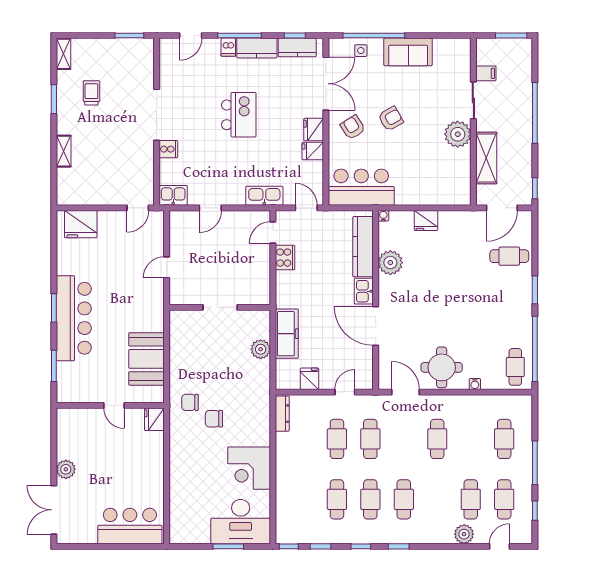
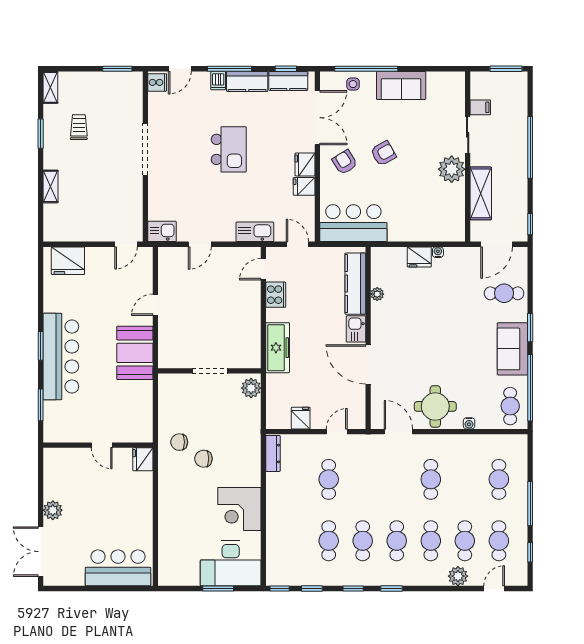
cooker: (168, 149) -> (157, 82), moved
water cooler: (383, 216) -> (438, 252), moved
plant: (390, 263) -> (377, 294), width x0.53, depth x0.53
doorway: (220, 307) -> (210, 371), moved
wall: (220, 307) -> (209, 371), moved
sofa: (517, 311) -> (512, 349), added
freezer: (287, 334) -> (278, 348), moved
booth: (146, 359) -> (135, 353), moved
cafe table: (370, 439) -> (431, 541), moved

